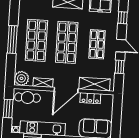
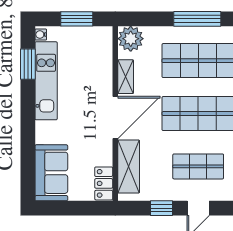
door: (66, 90) -> (115, 117), swing flipped
cafe table: (28, 98) -> (98, 51), removed
locker: (90, 98) -> (104, 183), moved

